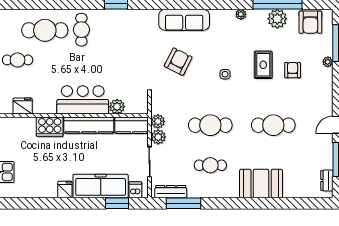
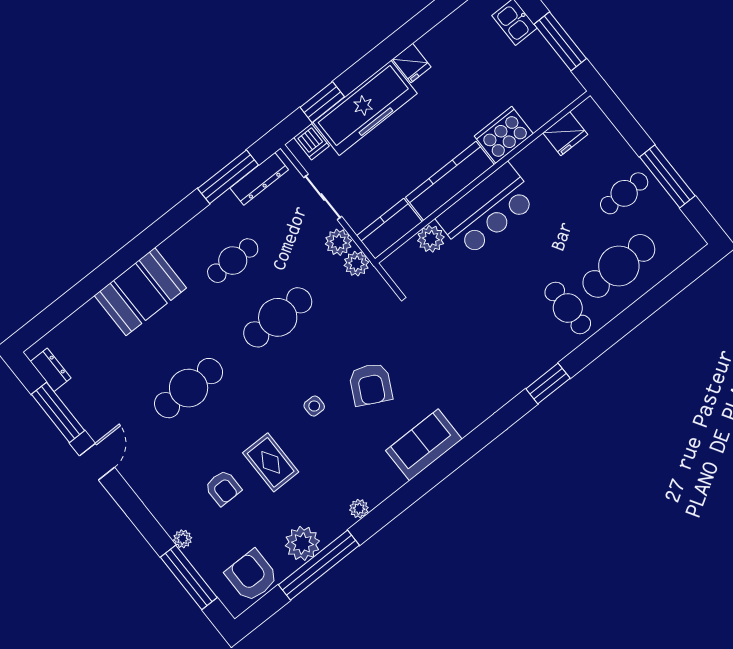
sofa: (184, 20) -> (424, 445), width x0.73
armchair: (178, 62) -> (371, 384), moved

